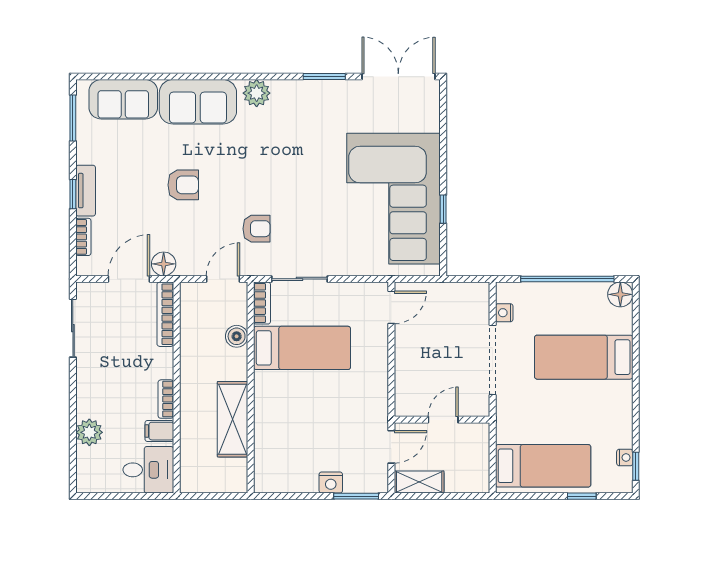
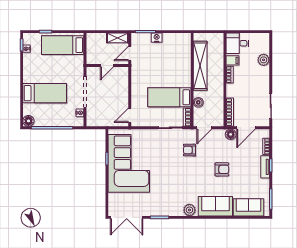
armchair: (183, 185) -> (222, 169), turned 180
shelving: (232, 419) -> (200, 66), width x1.47

